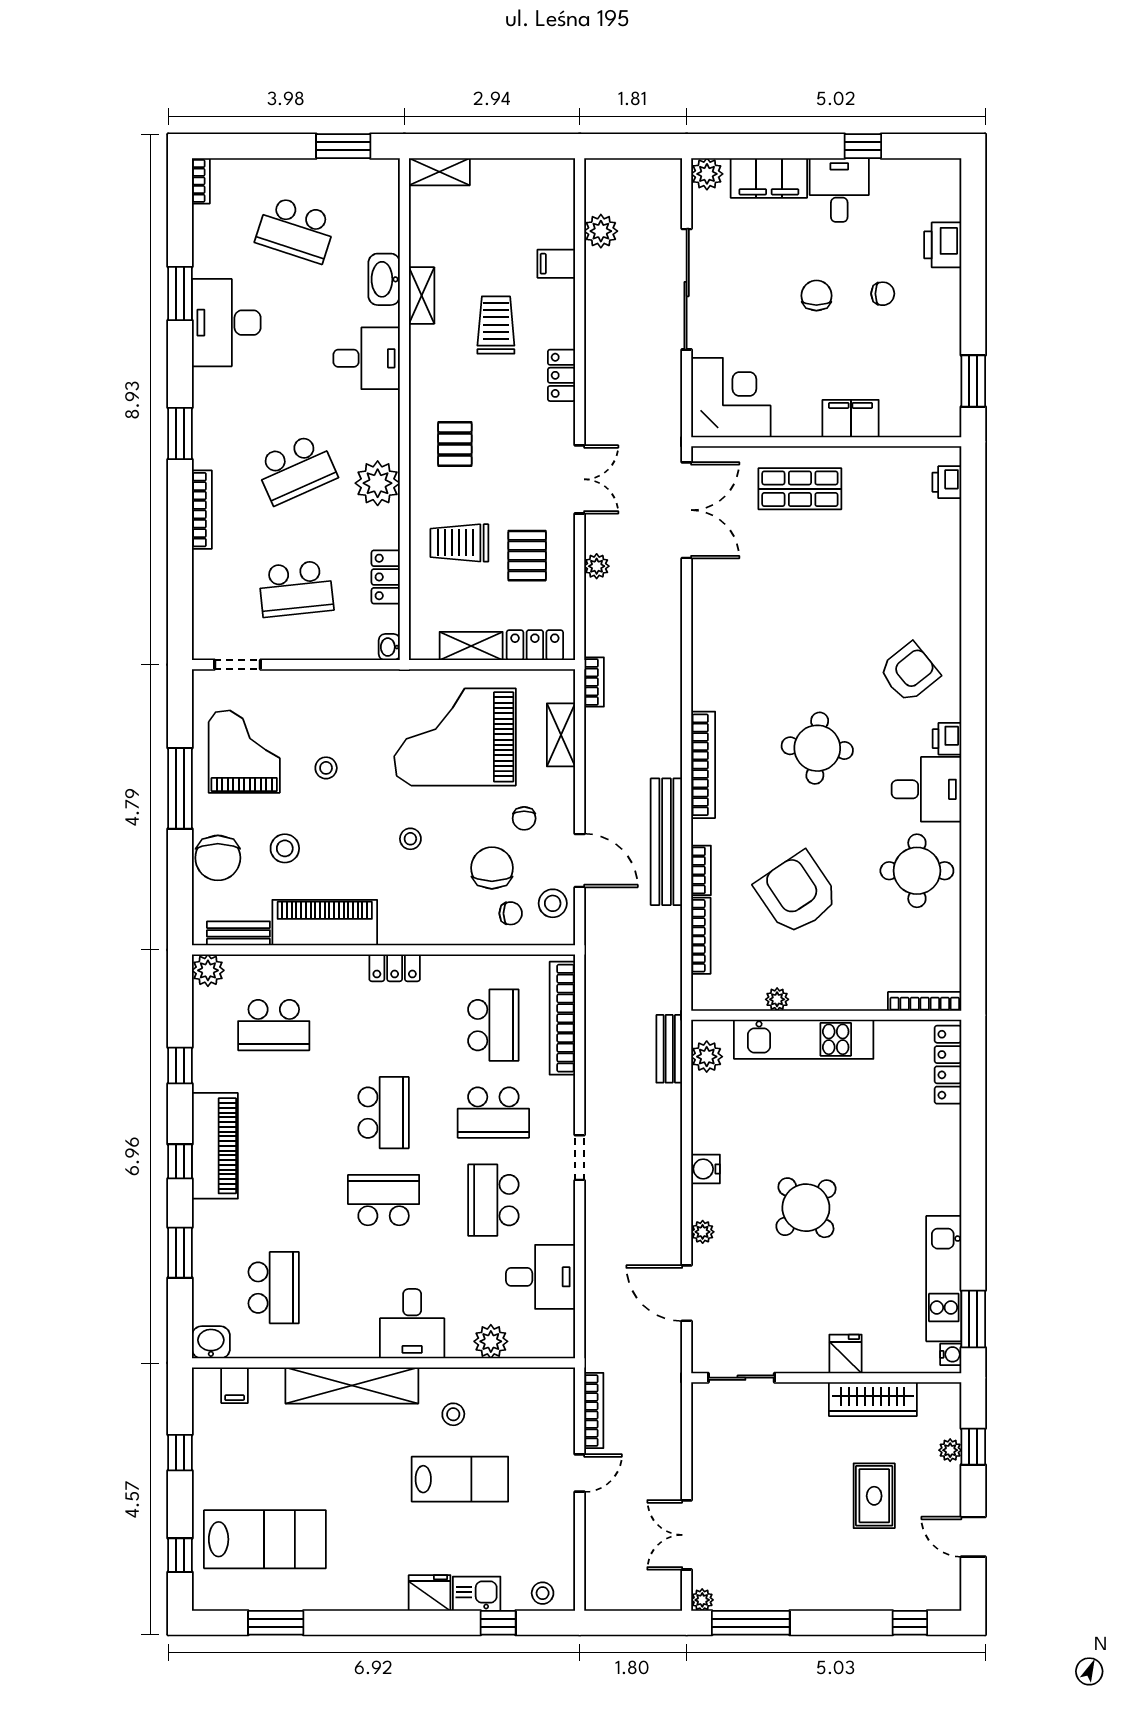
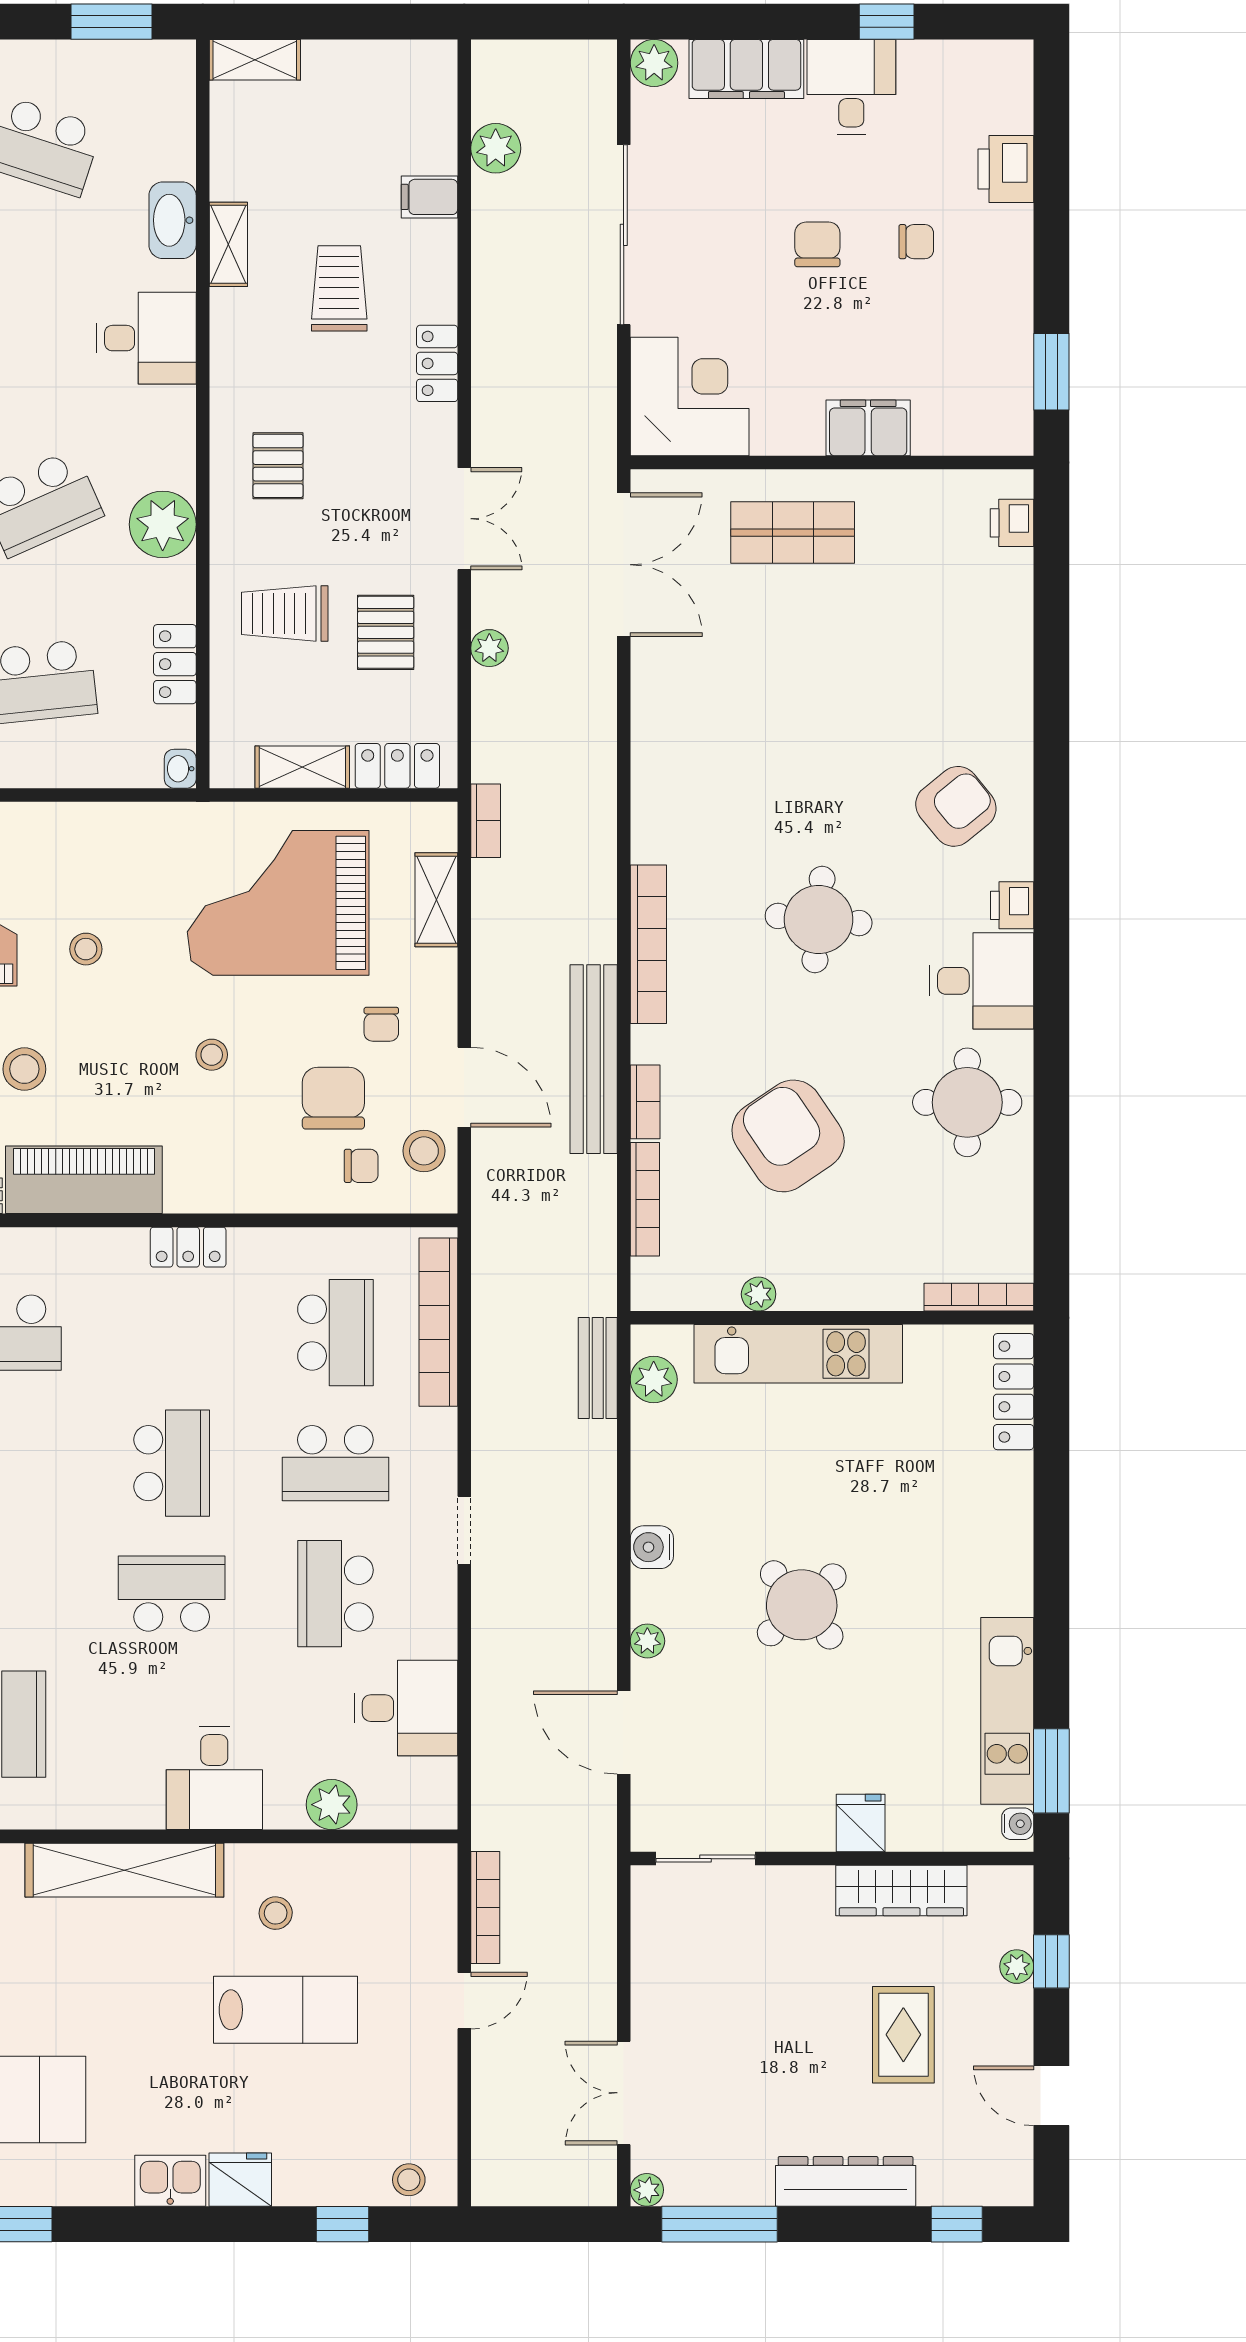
kitchen sink: (477, 1594) -> (170, 2181), moved
dresser: (835, 1594) -> (846, 2181), added

